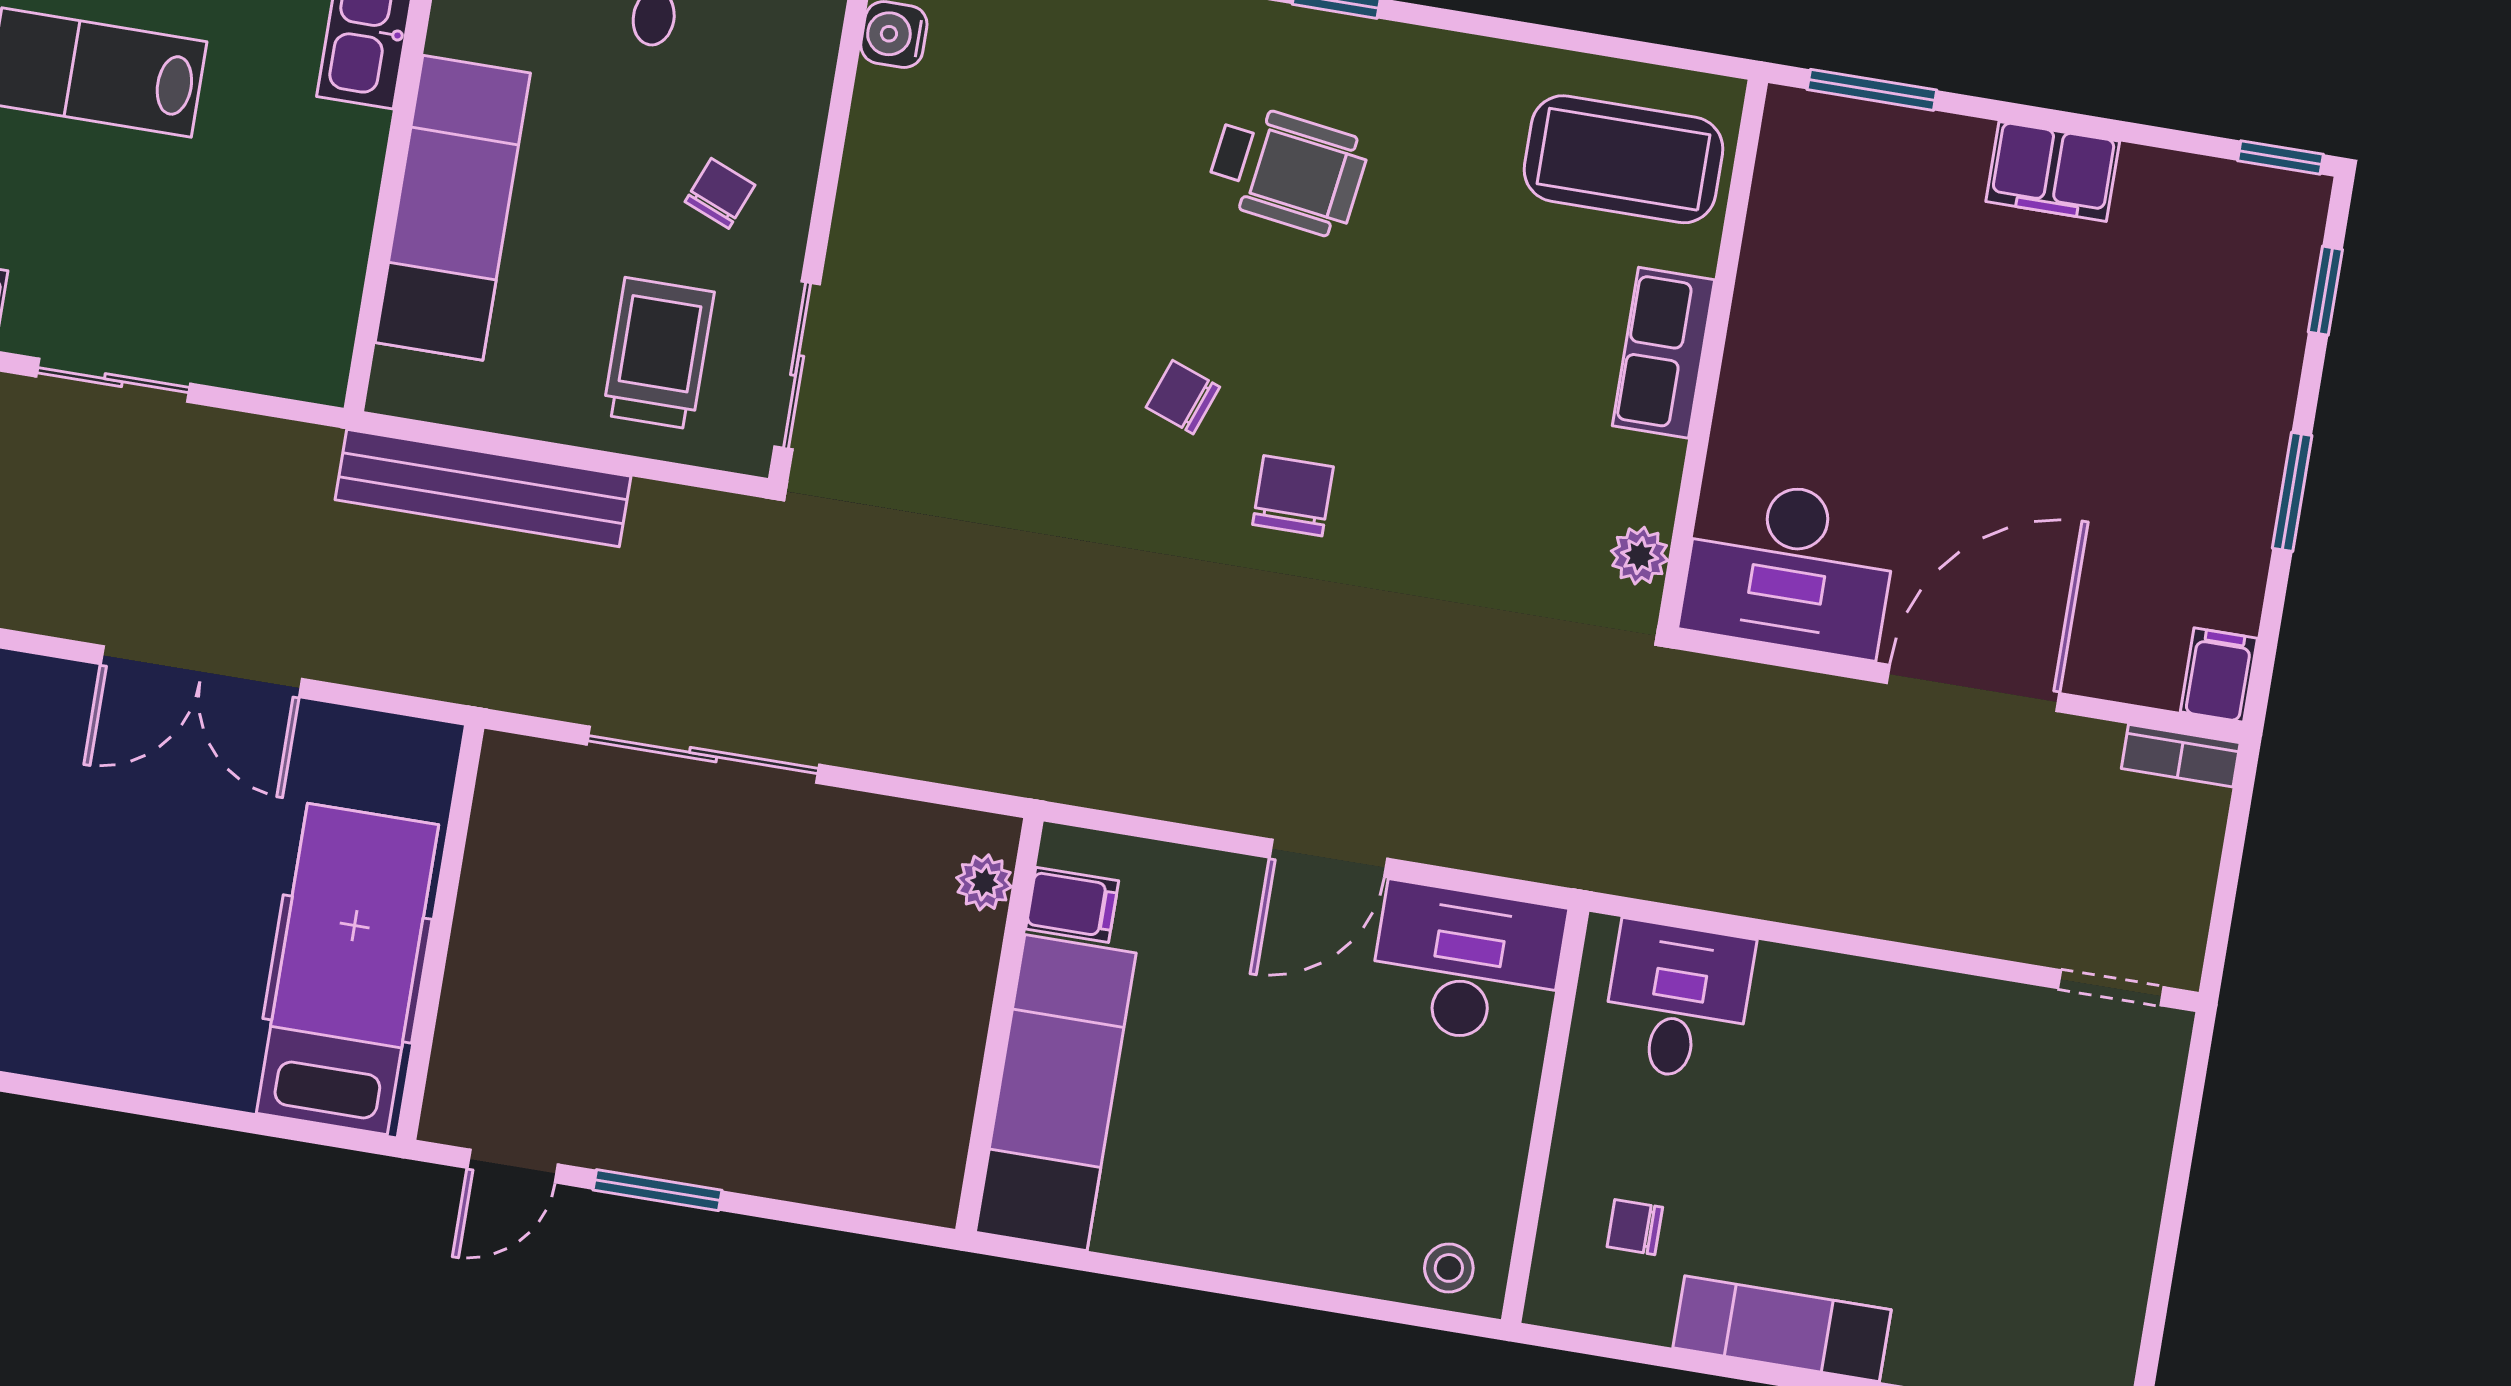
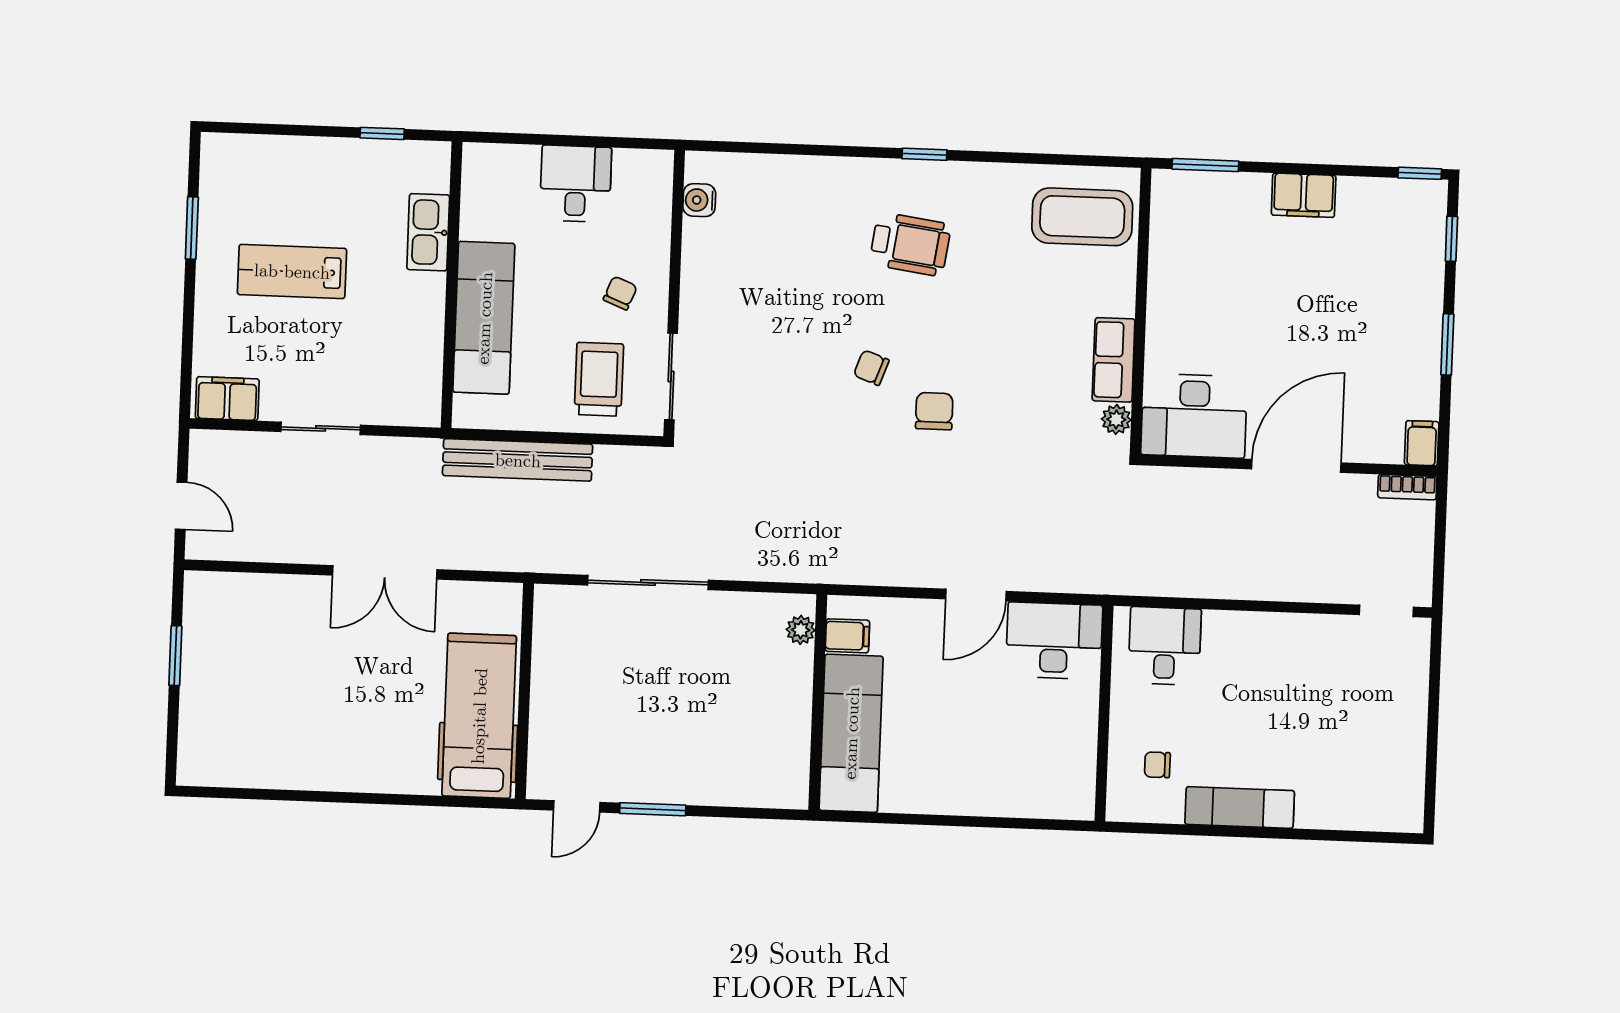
row of seats: (1663, 353) -> (1114, 360), moved
stool: (1449, 1268) -> (1064, 798), removed

